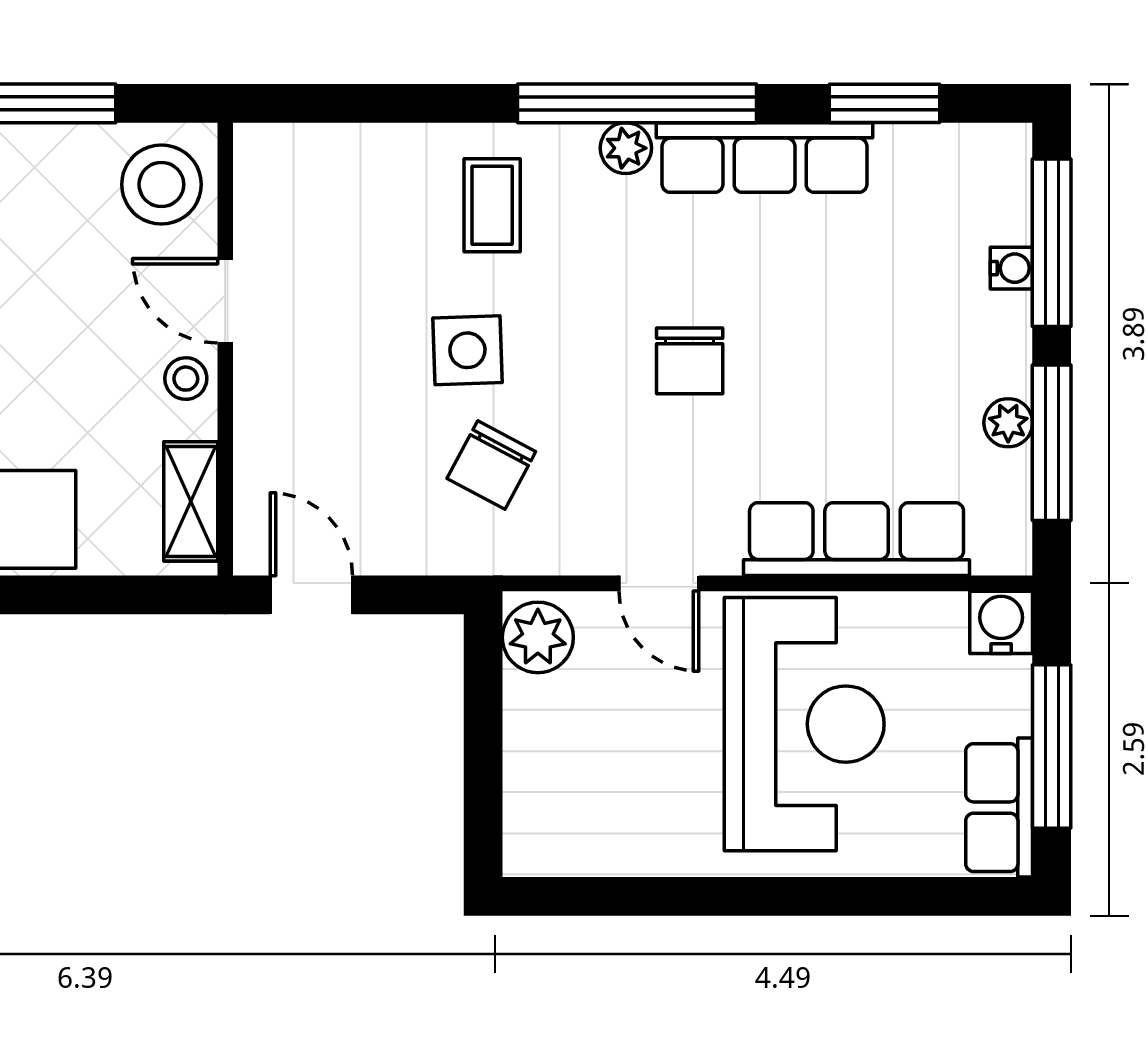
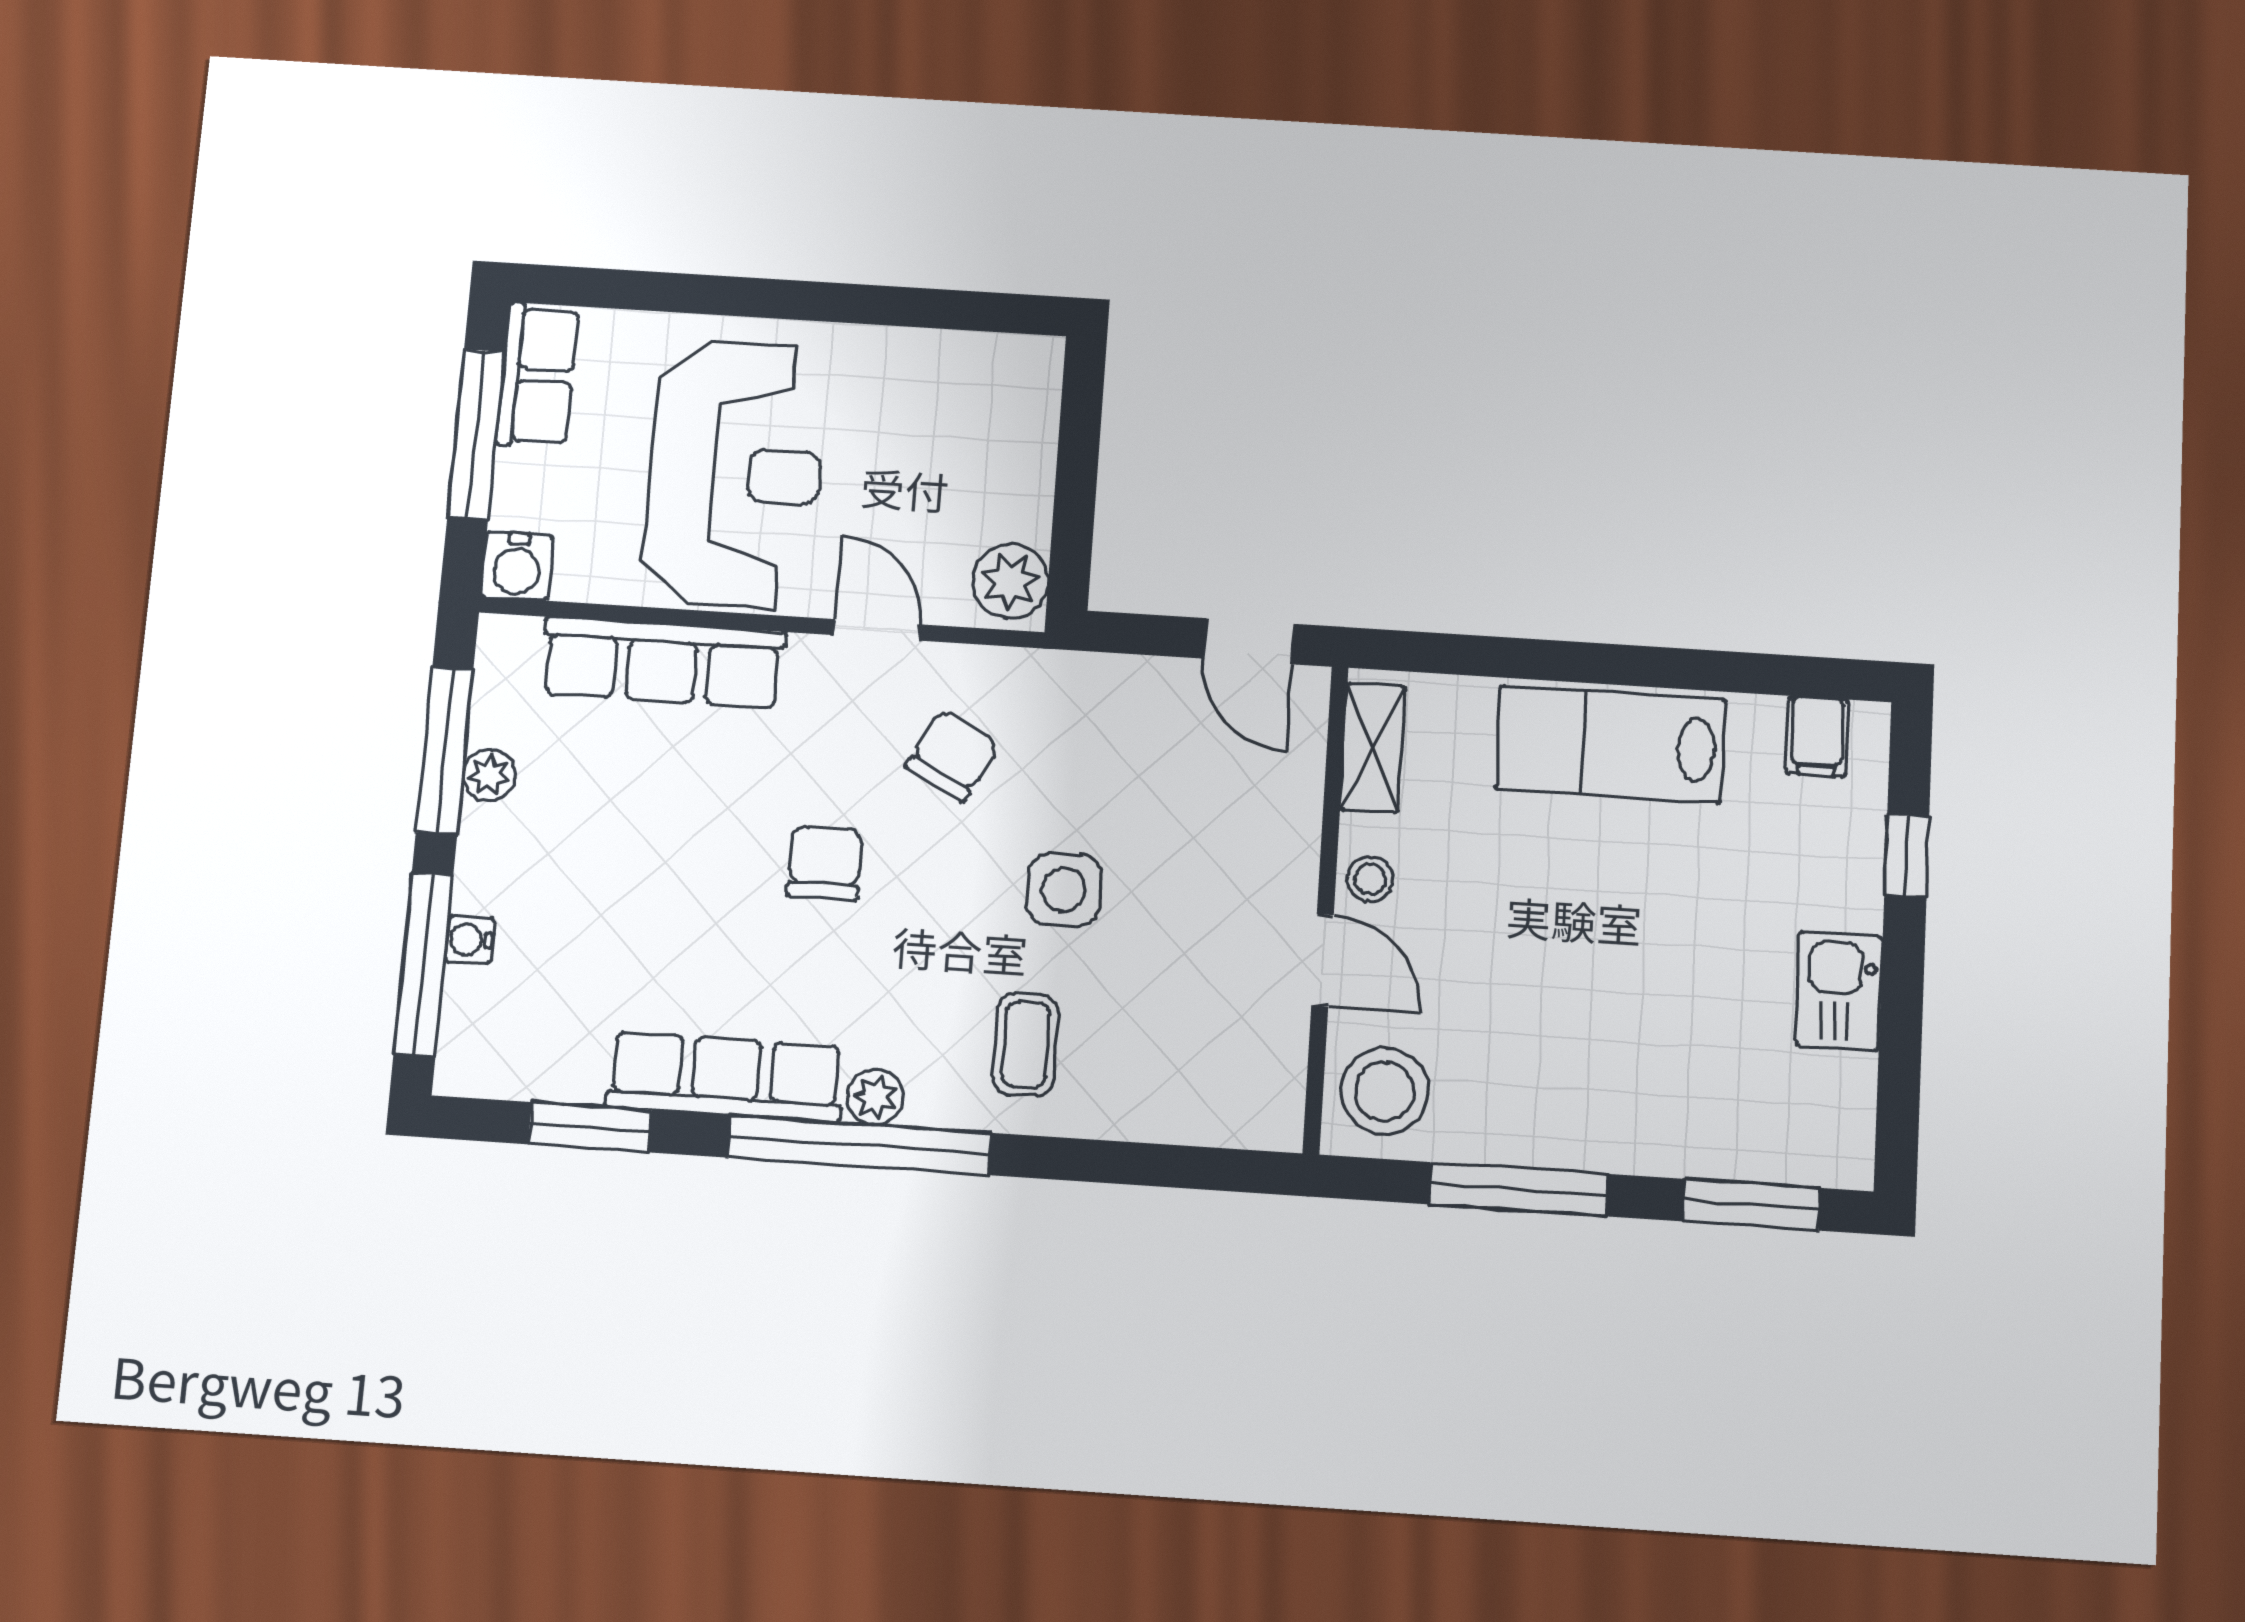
chair: (491, 465) -> (952, 755), moved
reception desk: (804, 724) -> (735, 474), turned 180

